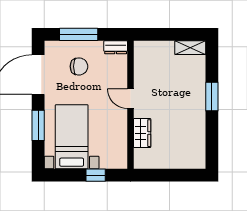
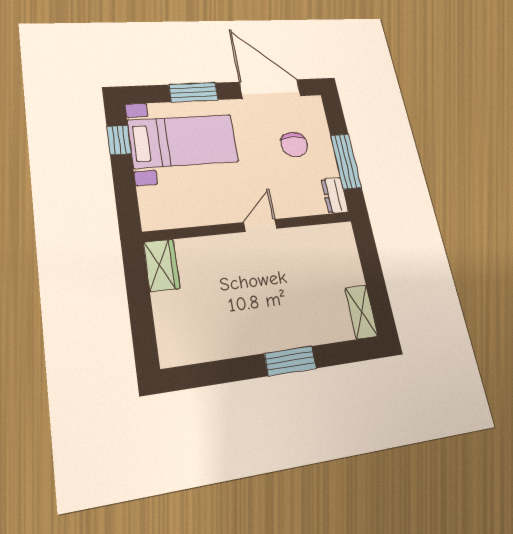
window: (79, 34) -> (346, 161), moved
wardrobe: (142, 133) -> (162, 265), moved, turned -90
window: (96, 175) -> (119, 140), moved

